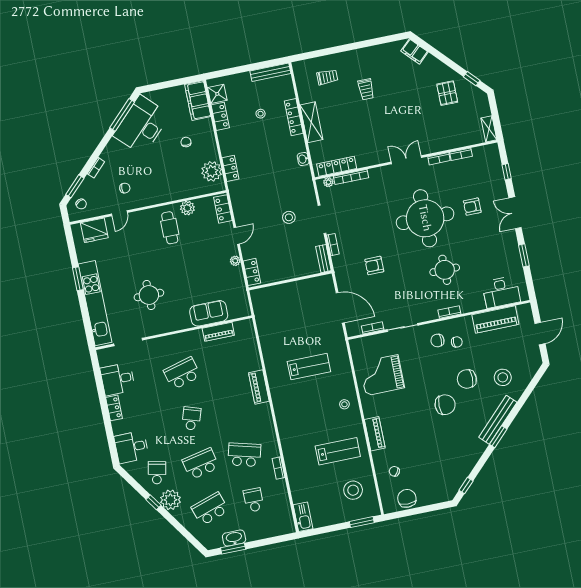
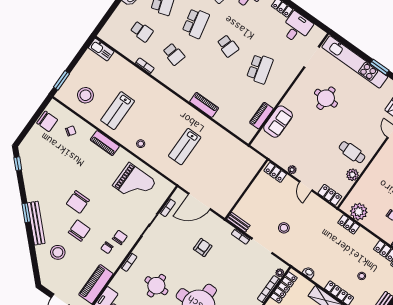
grand piano: (382, 375) -> (134, 184), turned 90
school desk: (244, 455) -> (174, 54), width x0.54

